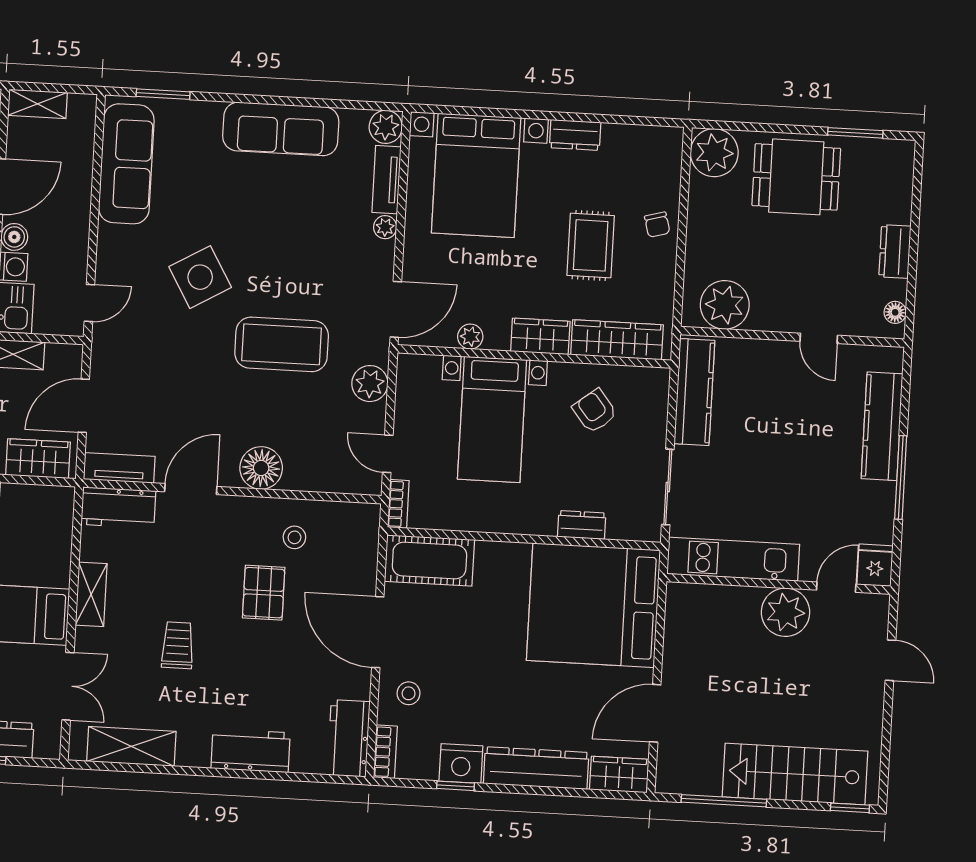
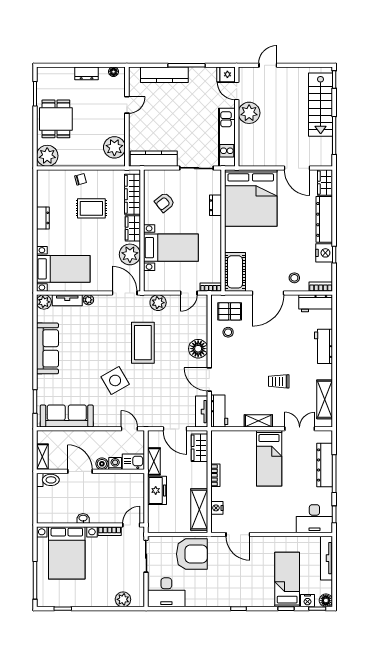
bed with nightstands: (476, 175) -> (63, 269), width x0.73
plant: (470, 337) -> (130, 254), width x1.87, depth x1.87
pallet: (264, 593) -> (230, 311), moved

